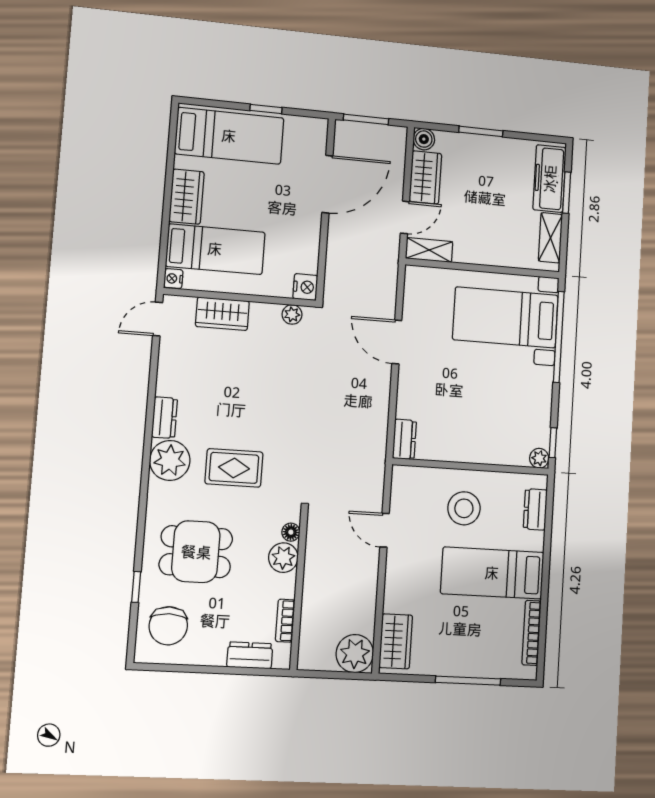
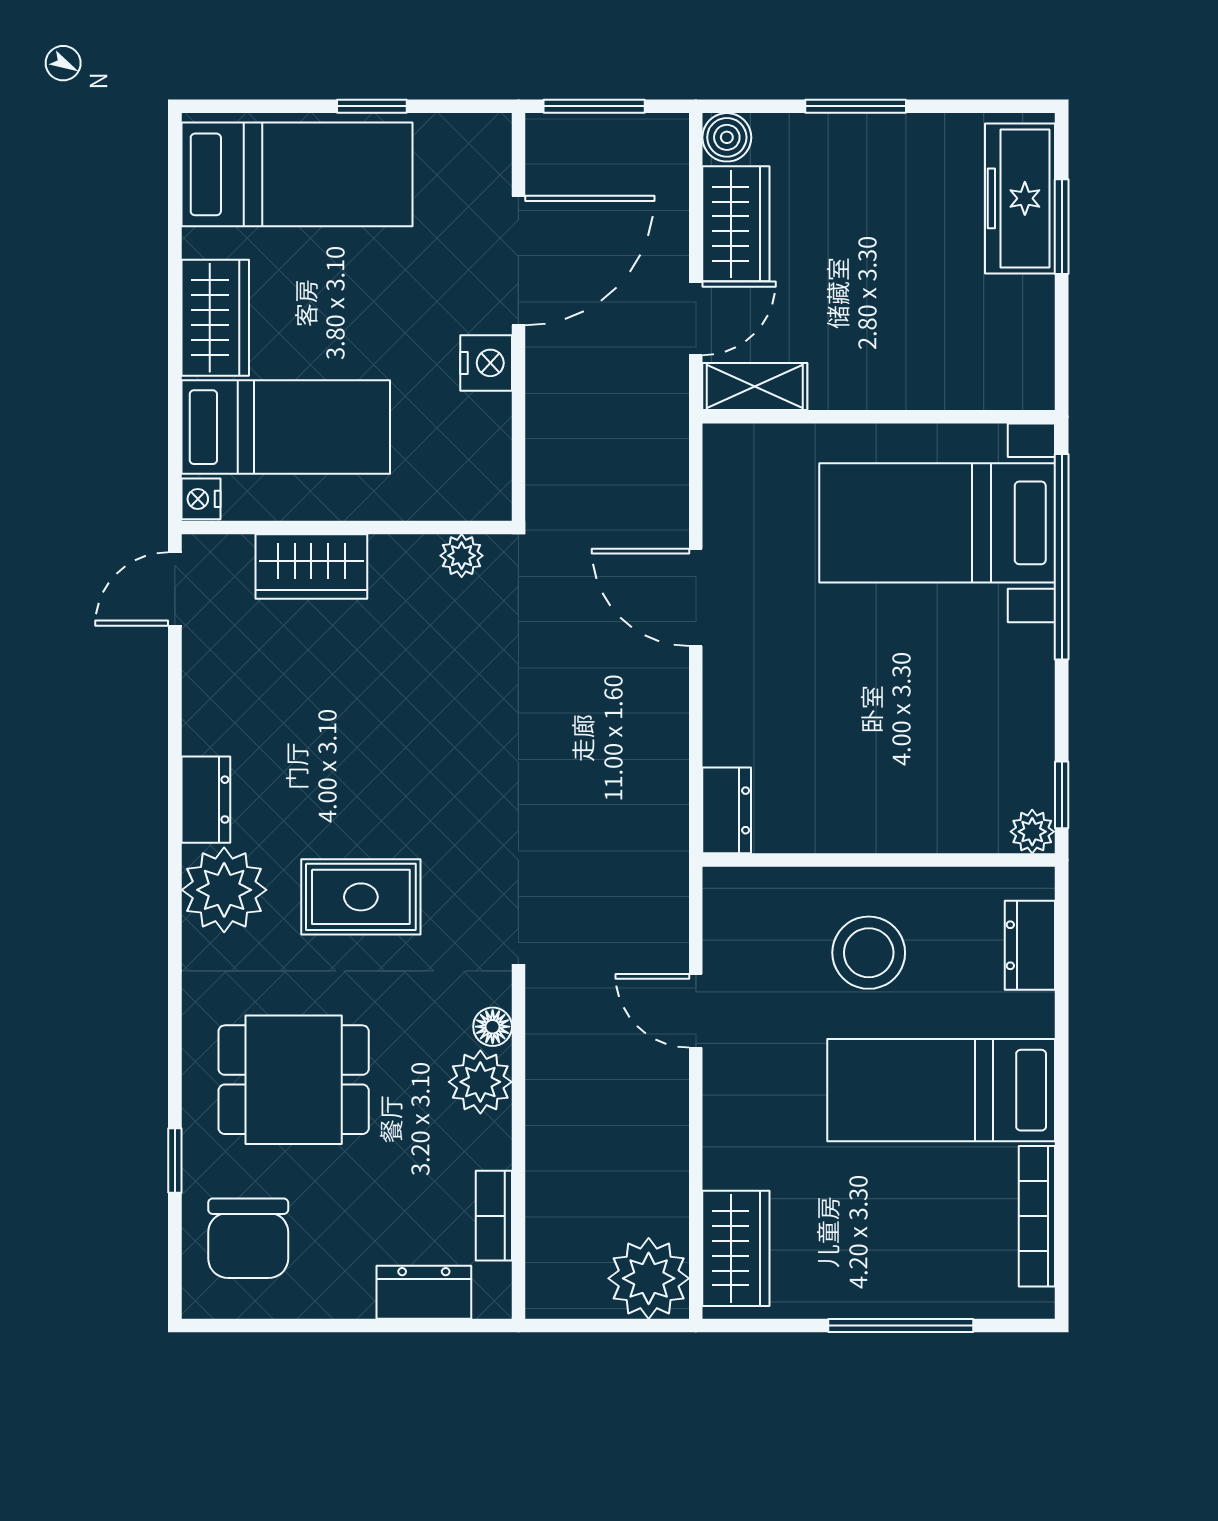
shelving: (550, 238) -> (1030, 334), removed
nightstand: (305, 287) -> (486, 363), moved

